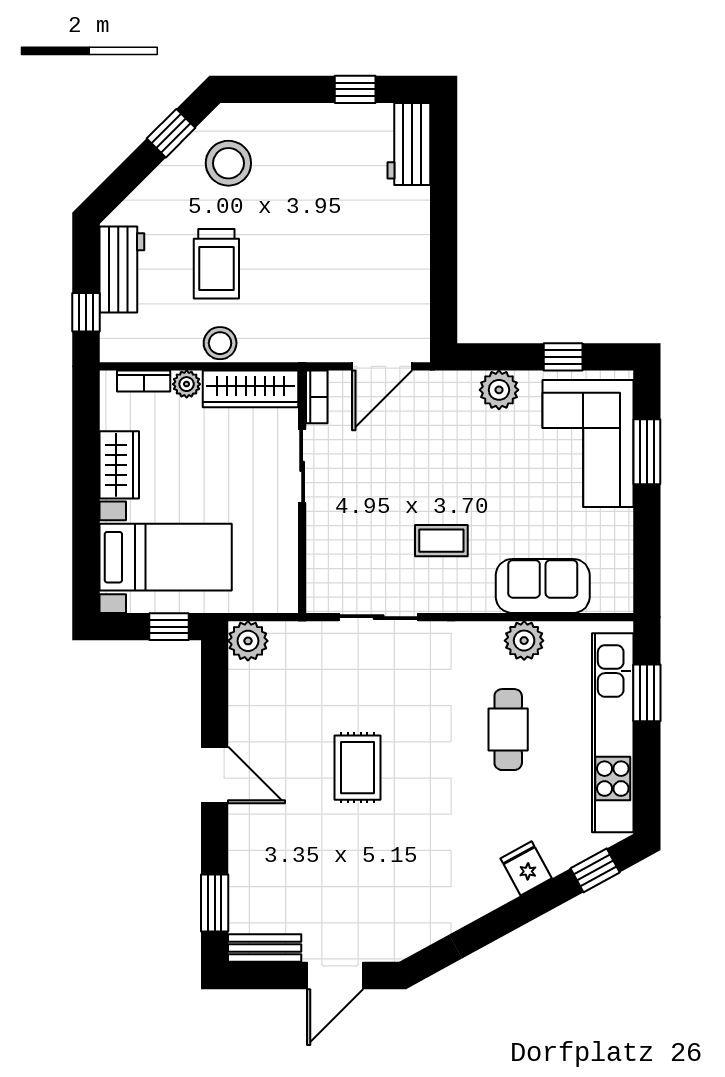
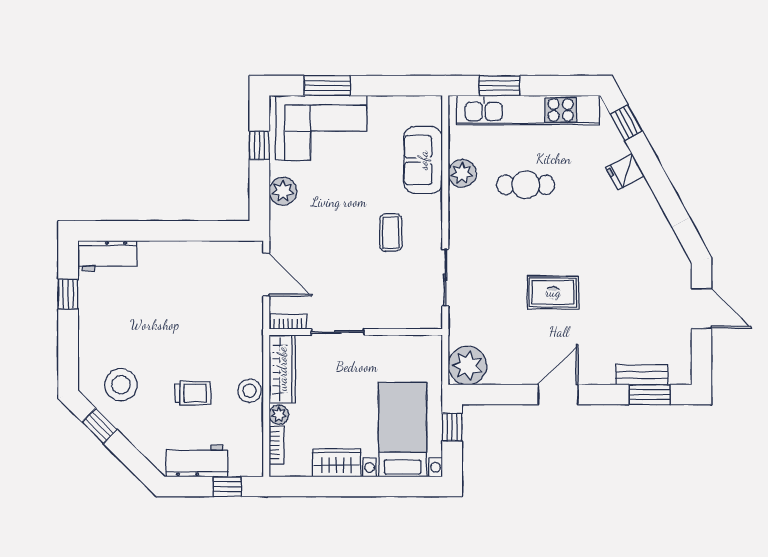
trolley: (216, 264) -> (193, 393), width x0.73, depth x0.72
plant: (248, 641) -> (467, 366), width x1.36, depth x1.36
bench: (265, 948) -> (642, 375), moved, turned 90

